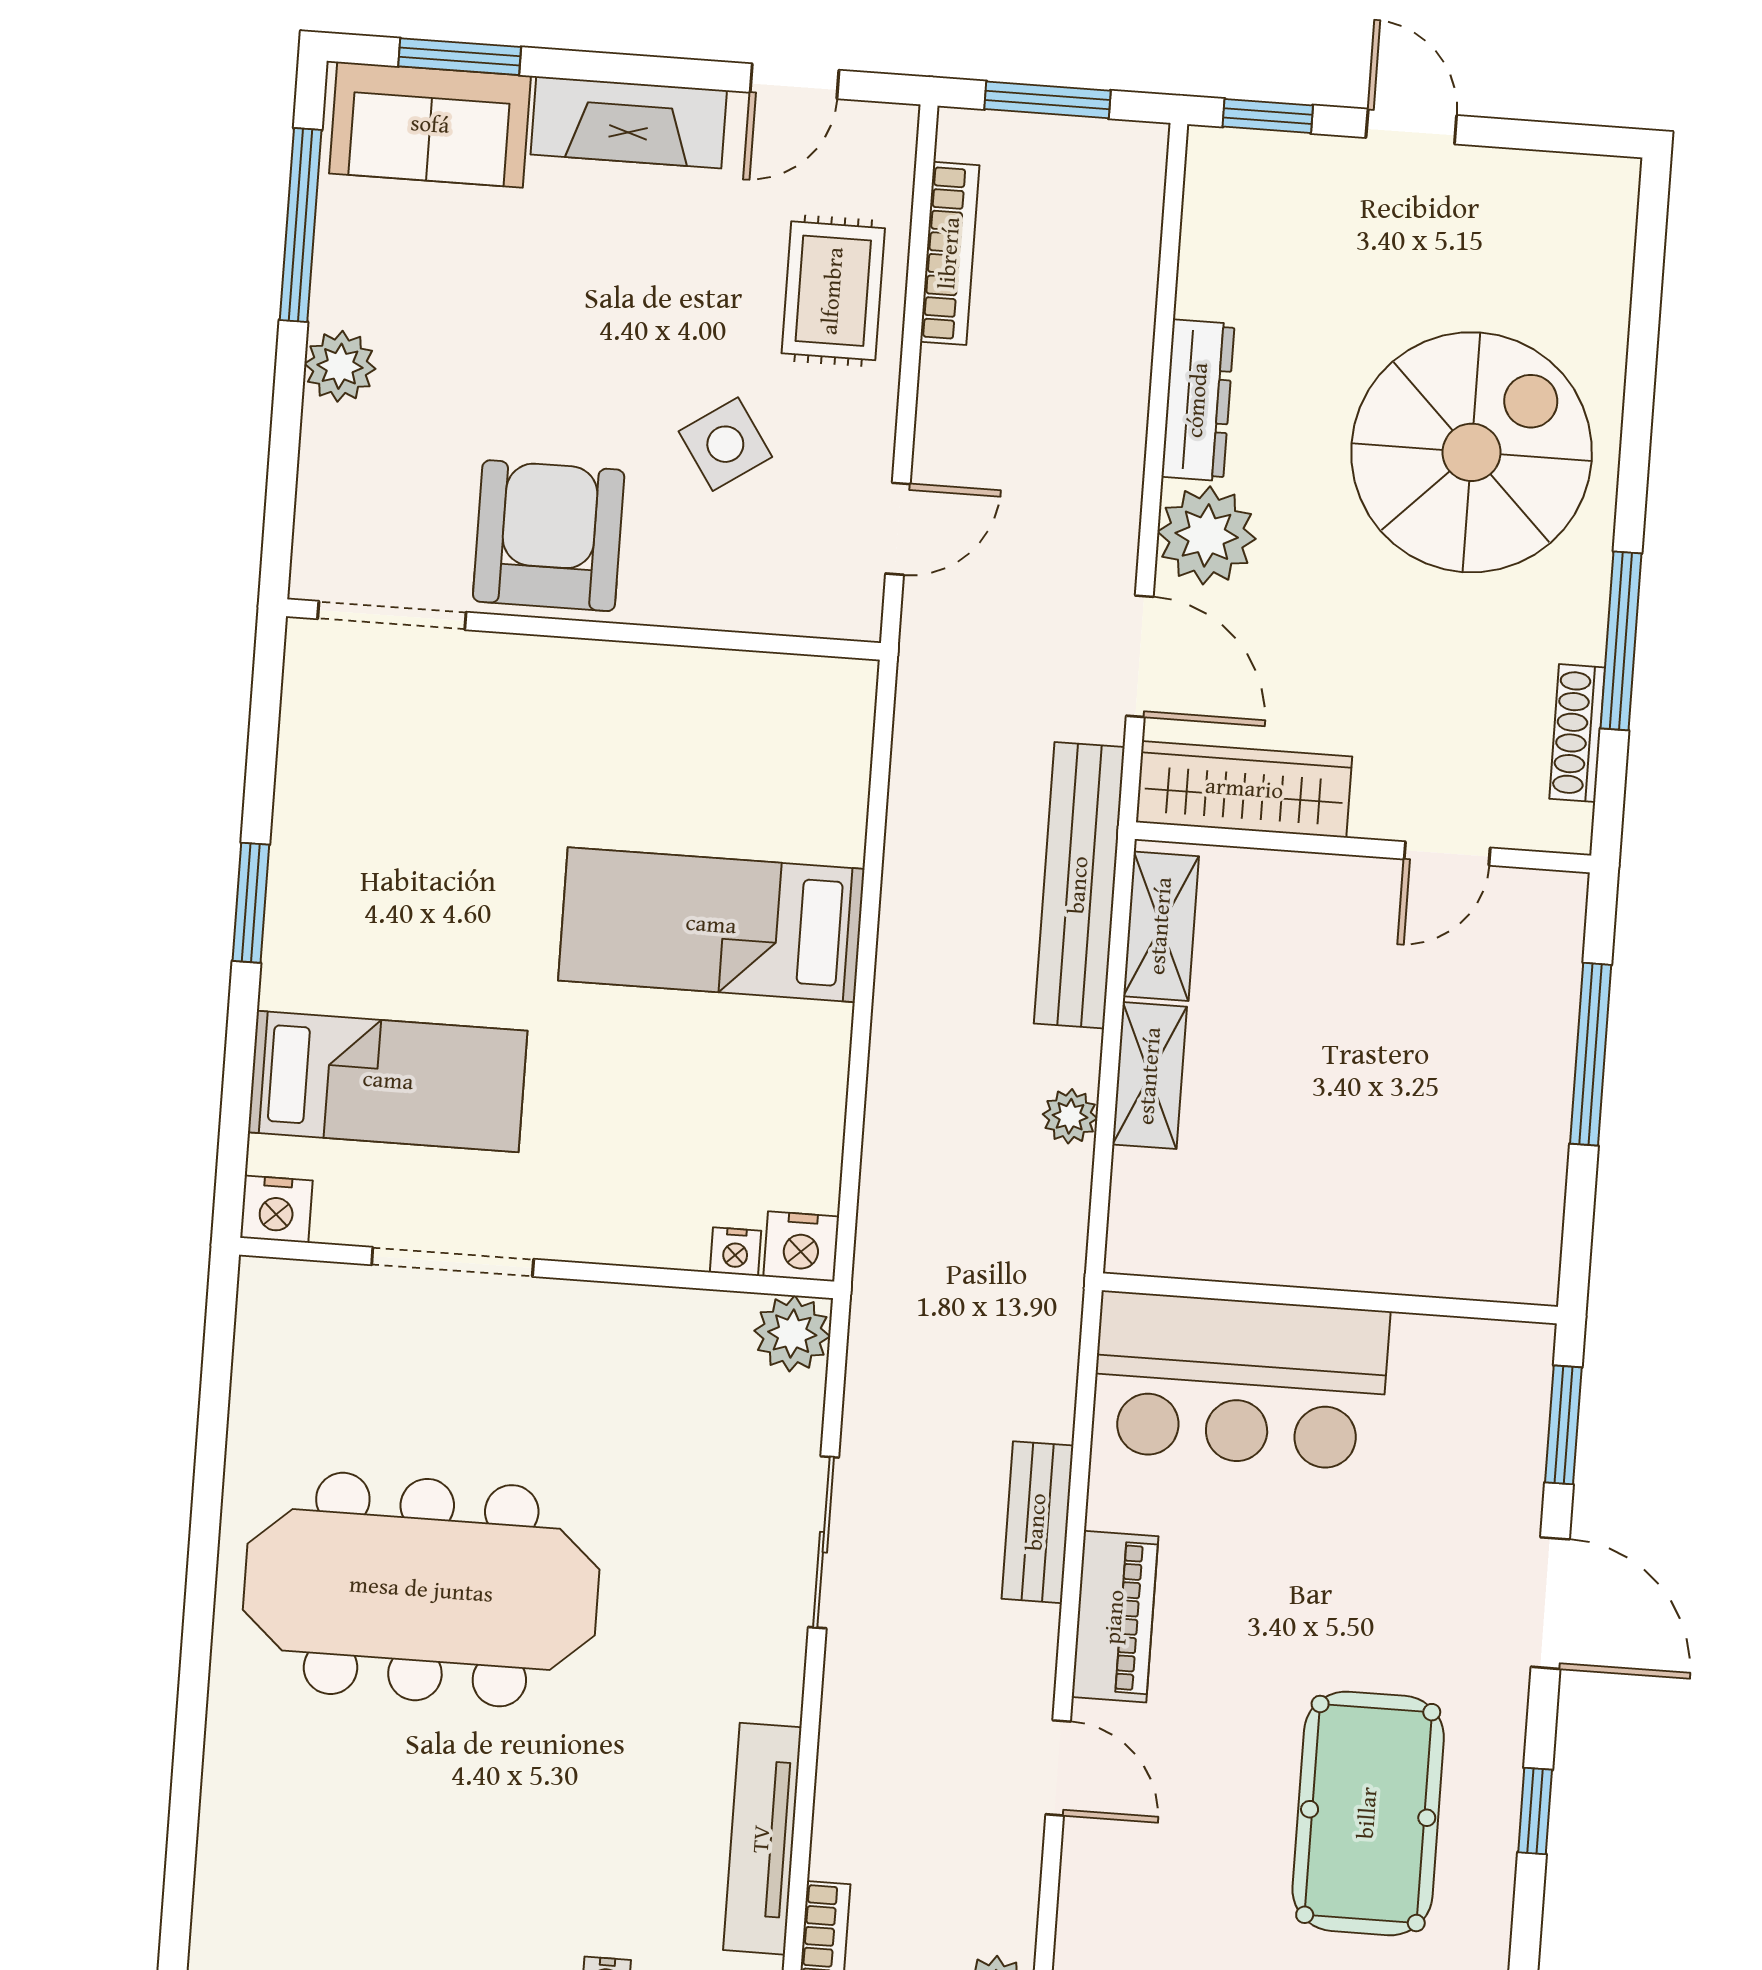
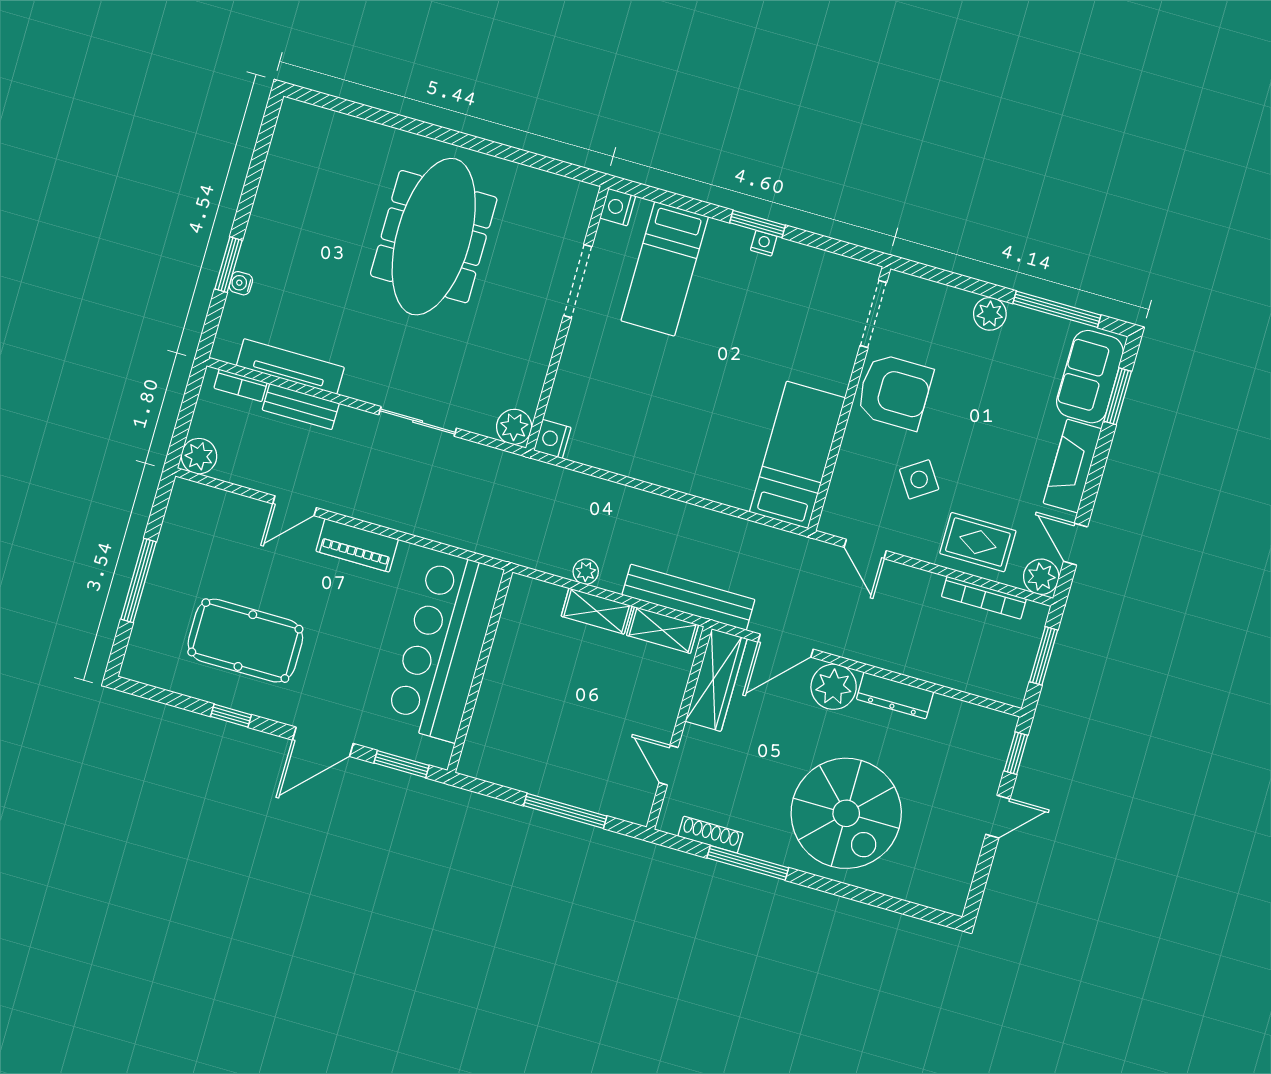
plant: (879, 140) -> (1041, 577), added
bed: (711, 925) -> (797, 455), moved
nightstand: (735, 1252) -> (764, 243), moved, turned 90
bar counter: (1240, 1381) -> (445, 647), width x1.36
bench: (1037, 1522) -> (301, 407), moved

